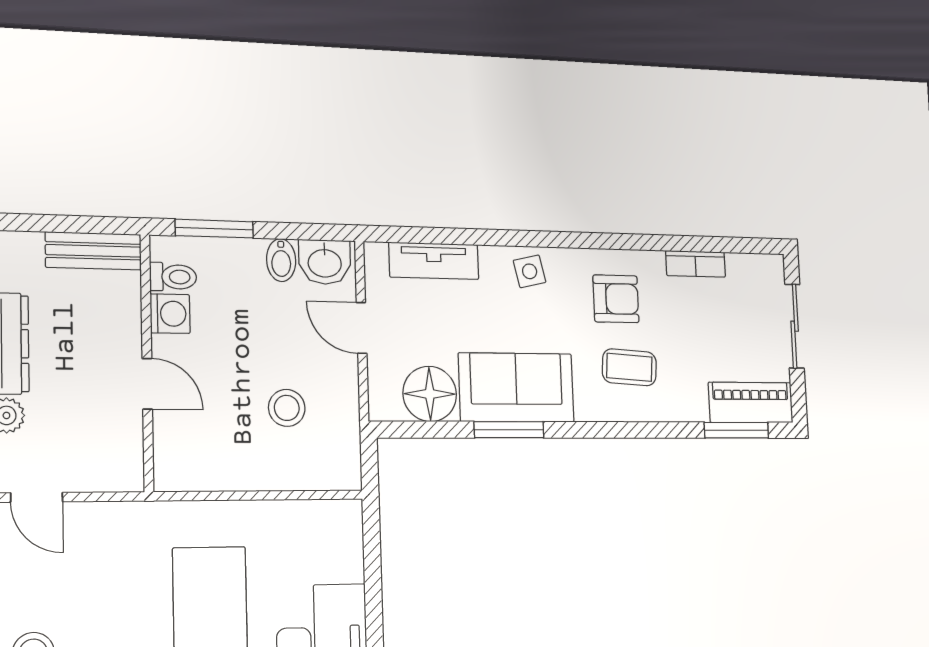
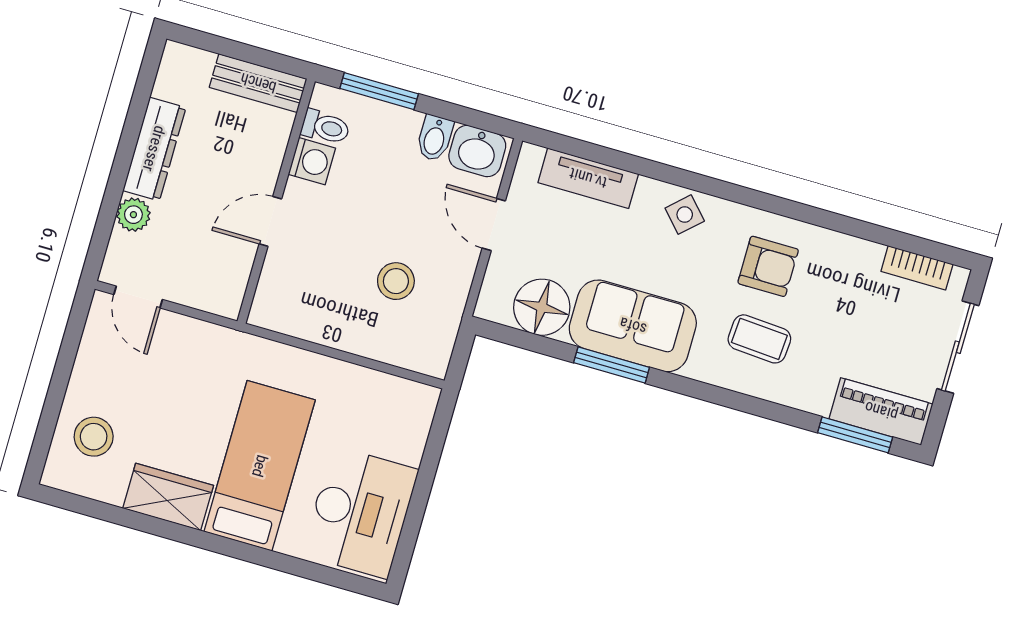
bookcase: (696, 264) -> (917, 268), moved
side table: (530, 271) -> (685, 215), turned -30
door: (147, 384) -> (270, 221), swing flipped

